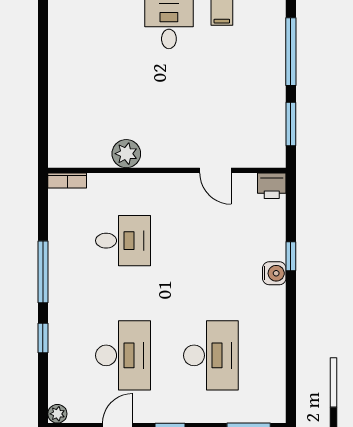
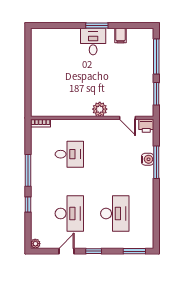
plant: (126, 154) -> (100, 109), moved
door: (215, 170) -> (127, 118), moved
window: (291, 256) -> (156, 162), width x2.17
water cooler: (274, 273) -> (148, 159), moved

